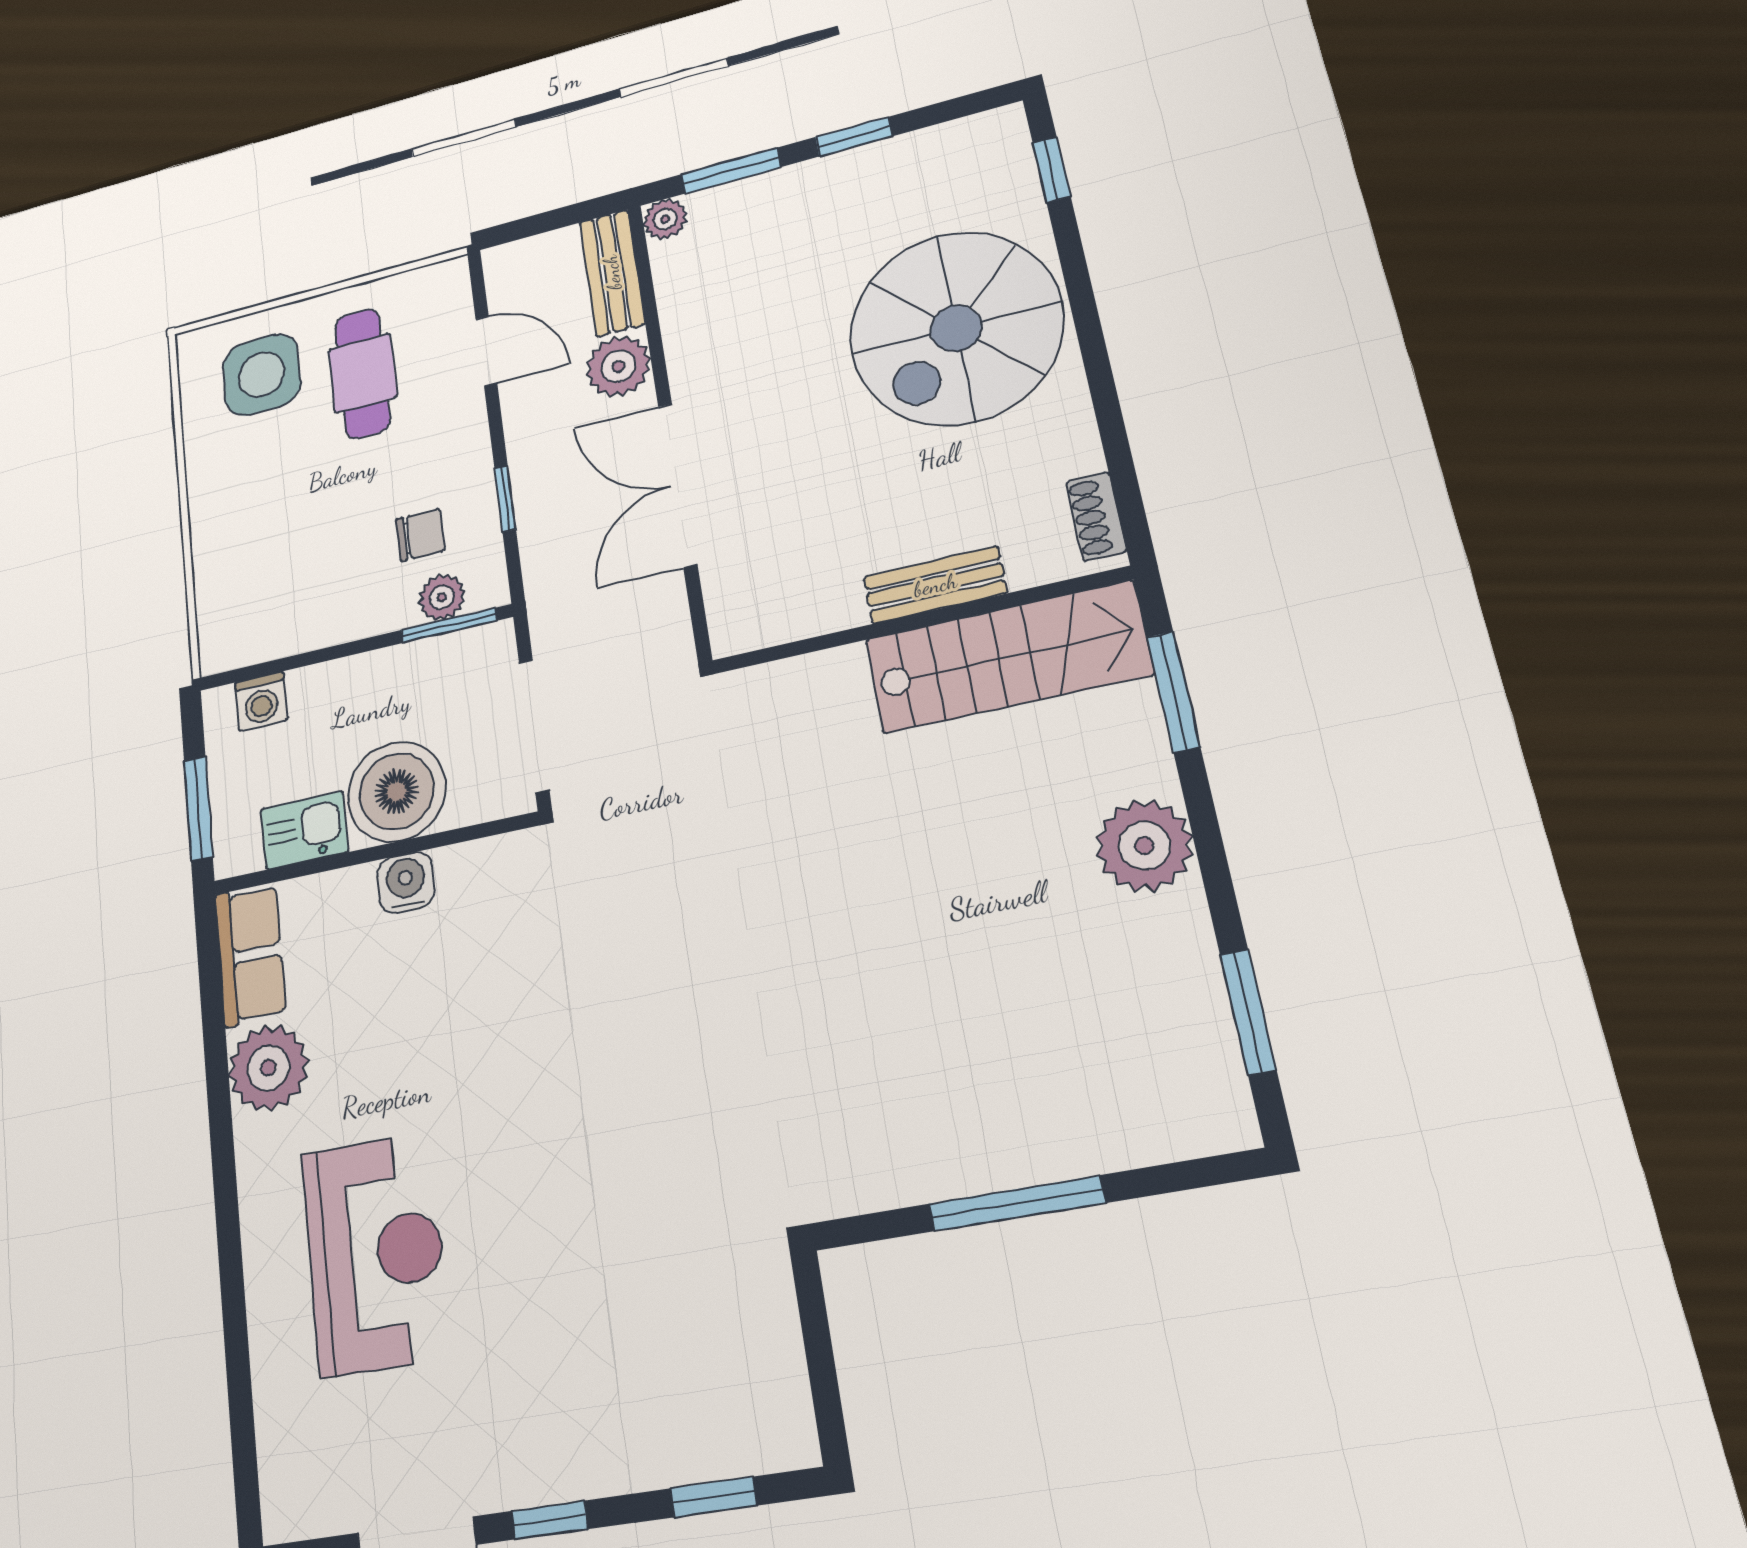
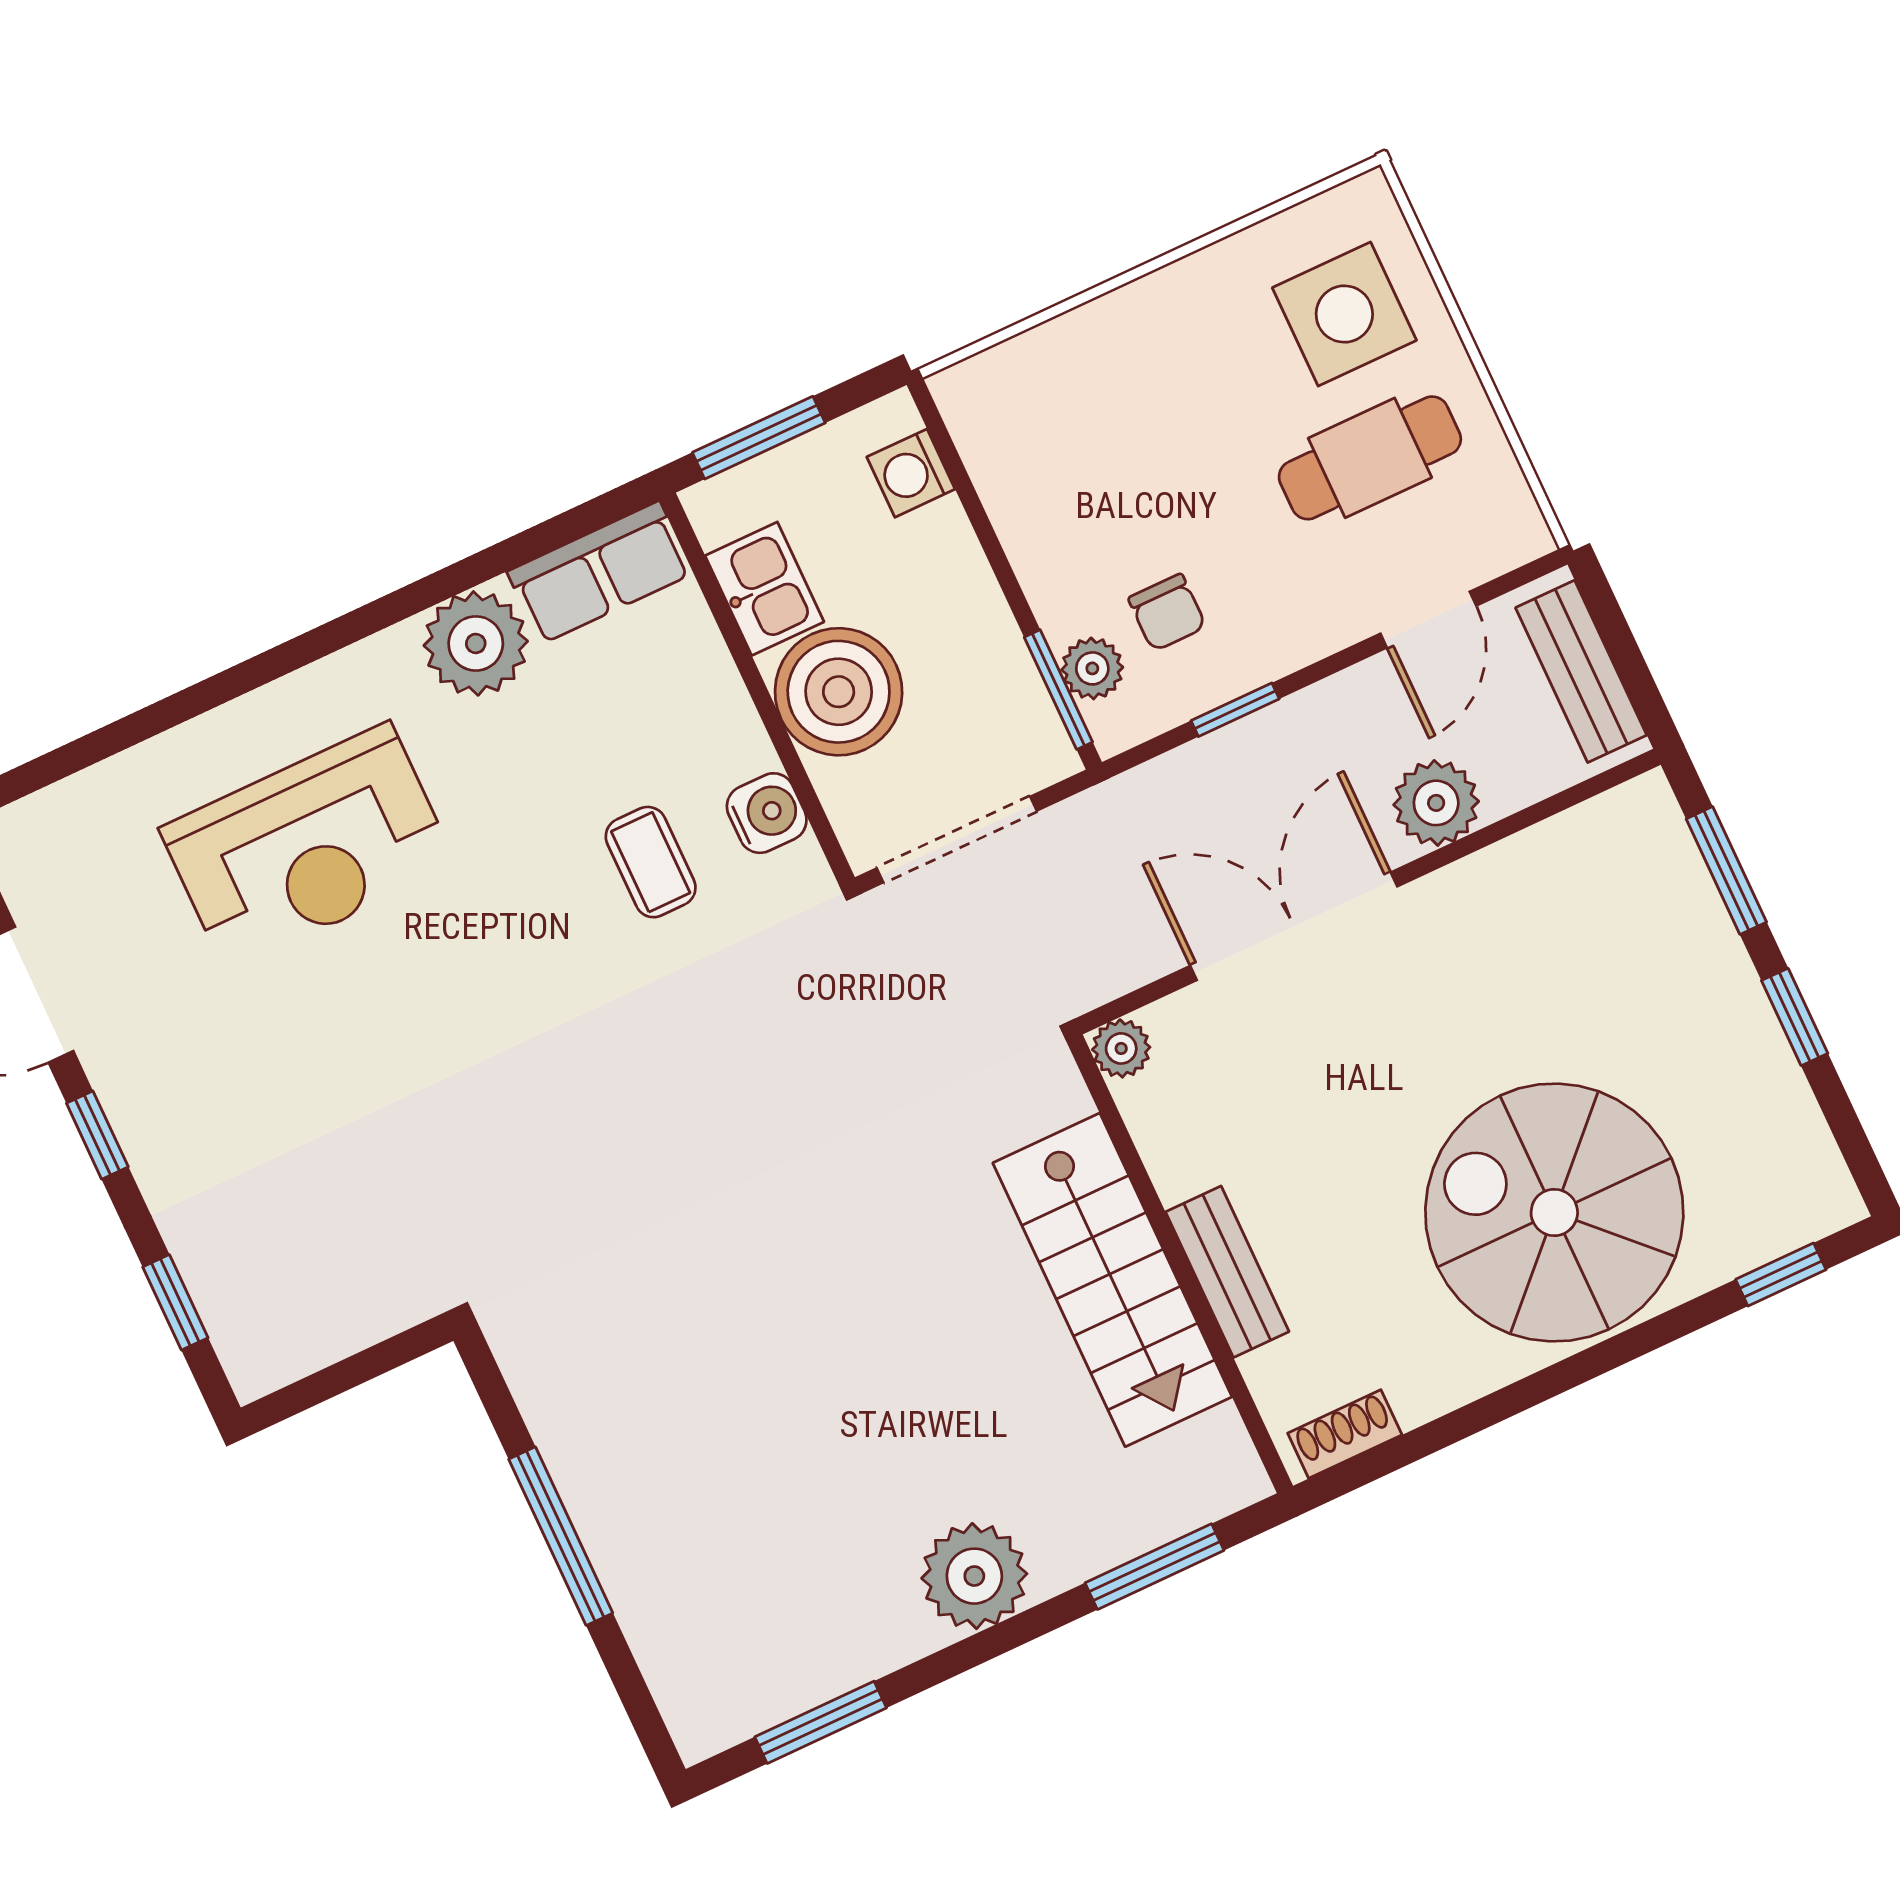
plant: (665, 219) -> (1121, 1048), moved
bench: (612, 273) -> (1581, 671), moved, turned 90
stairs: (1008, 657) -> (1112, 1280), moved
water cooler: (406, 882) -> (767, 813), moved
coffee table: (476, 972) -> (651, 862), added

